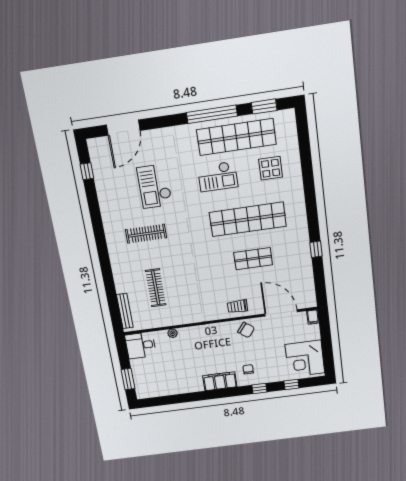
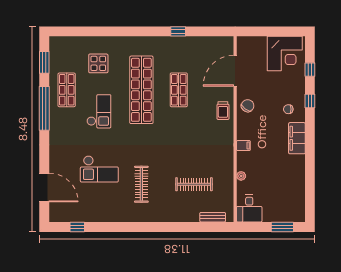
shop shelf: (236, 137) -> (67, 90), width x0.50, depth x0.74
bench: (125, 311) -> (213, 217), width x0.73
filing cabinet: (313, 317) -> (243, 146), moved

